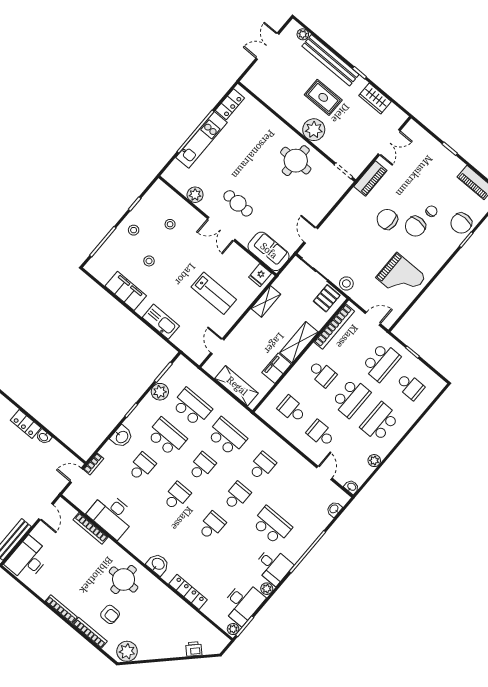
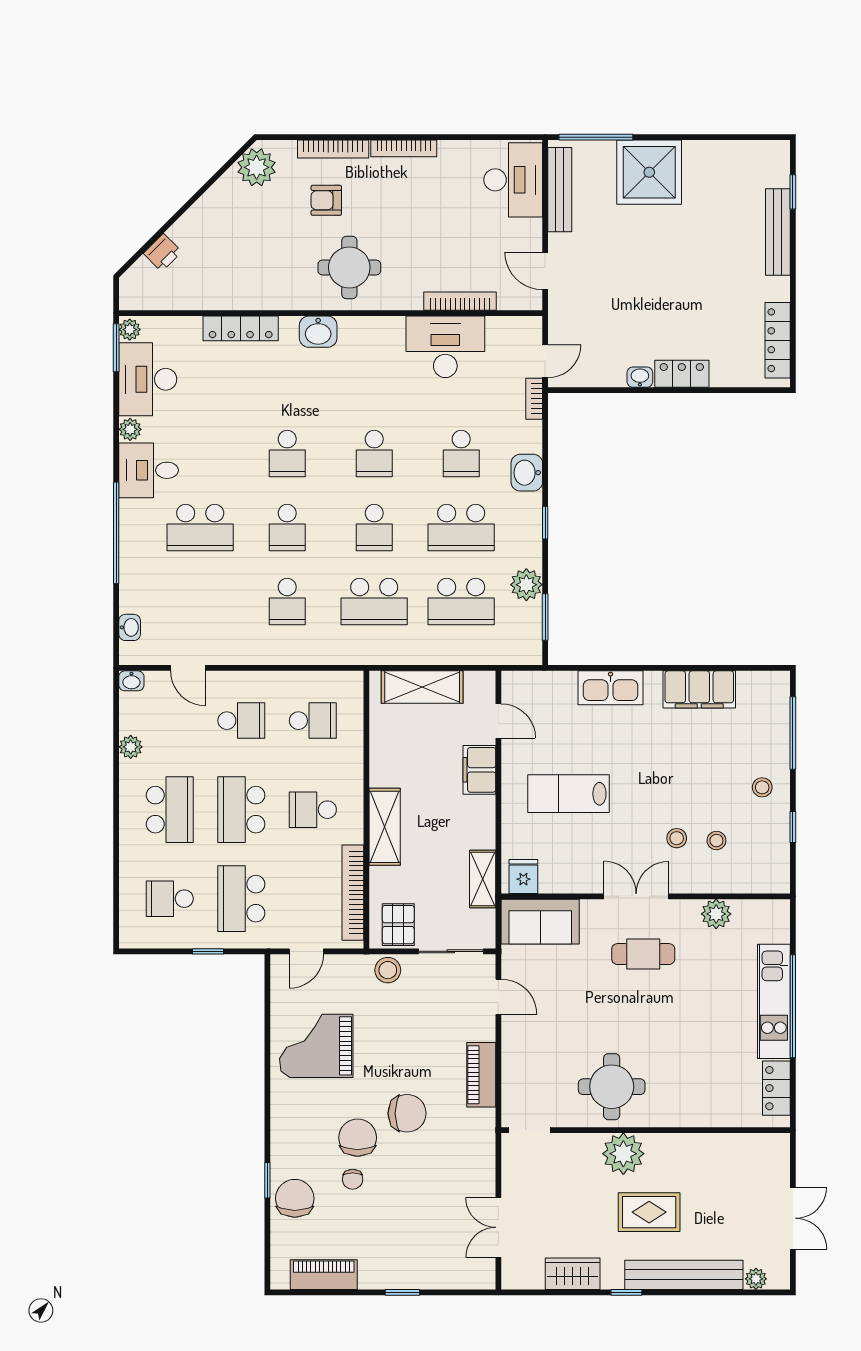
piano: (370, 179) -> (481, 1075), moved
stool: (149, 261) -> (677, 838), moved
shelving: (266, 301) -> (483, 879), moved
filing cabinet: (277, 368) -> (479, 770), moved, turned 180

